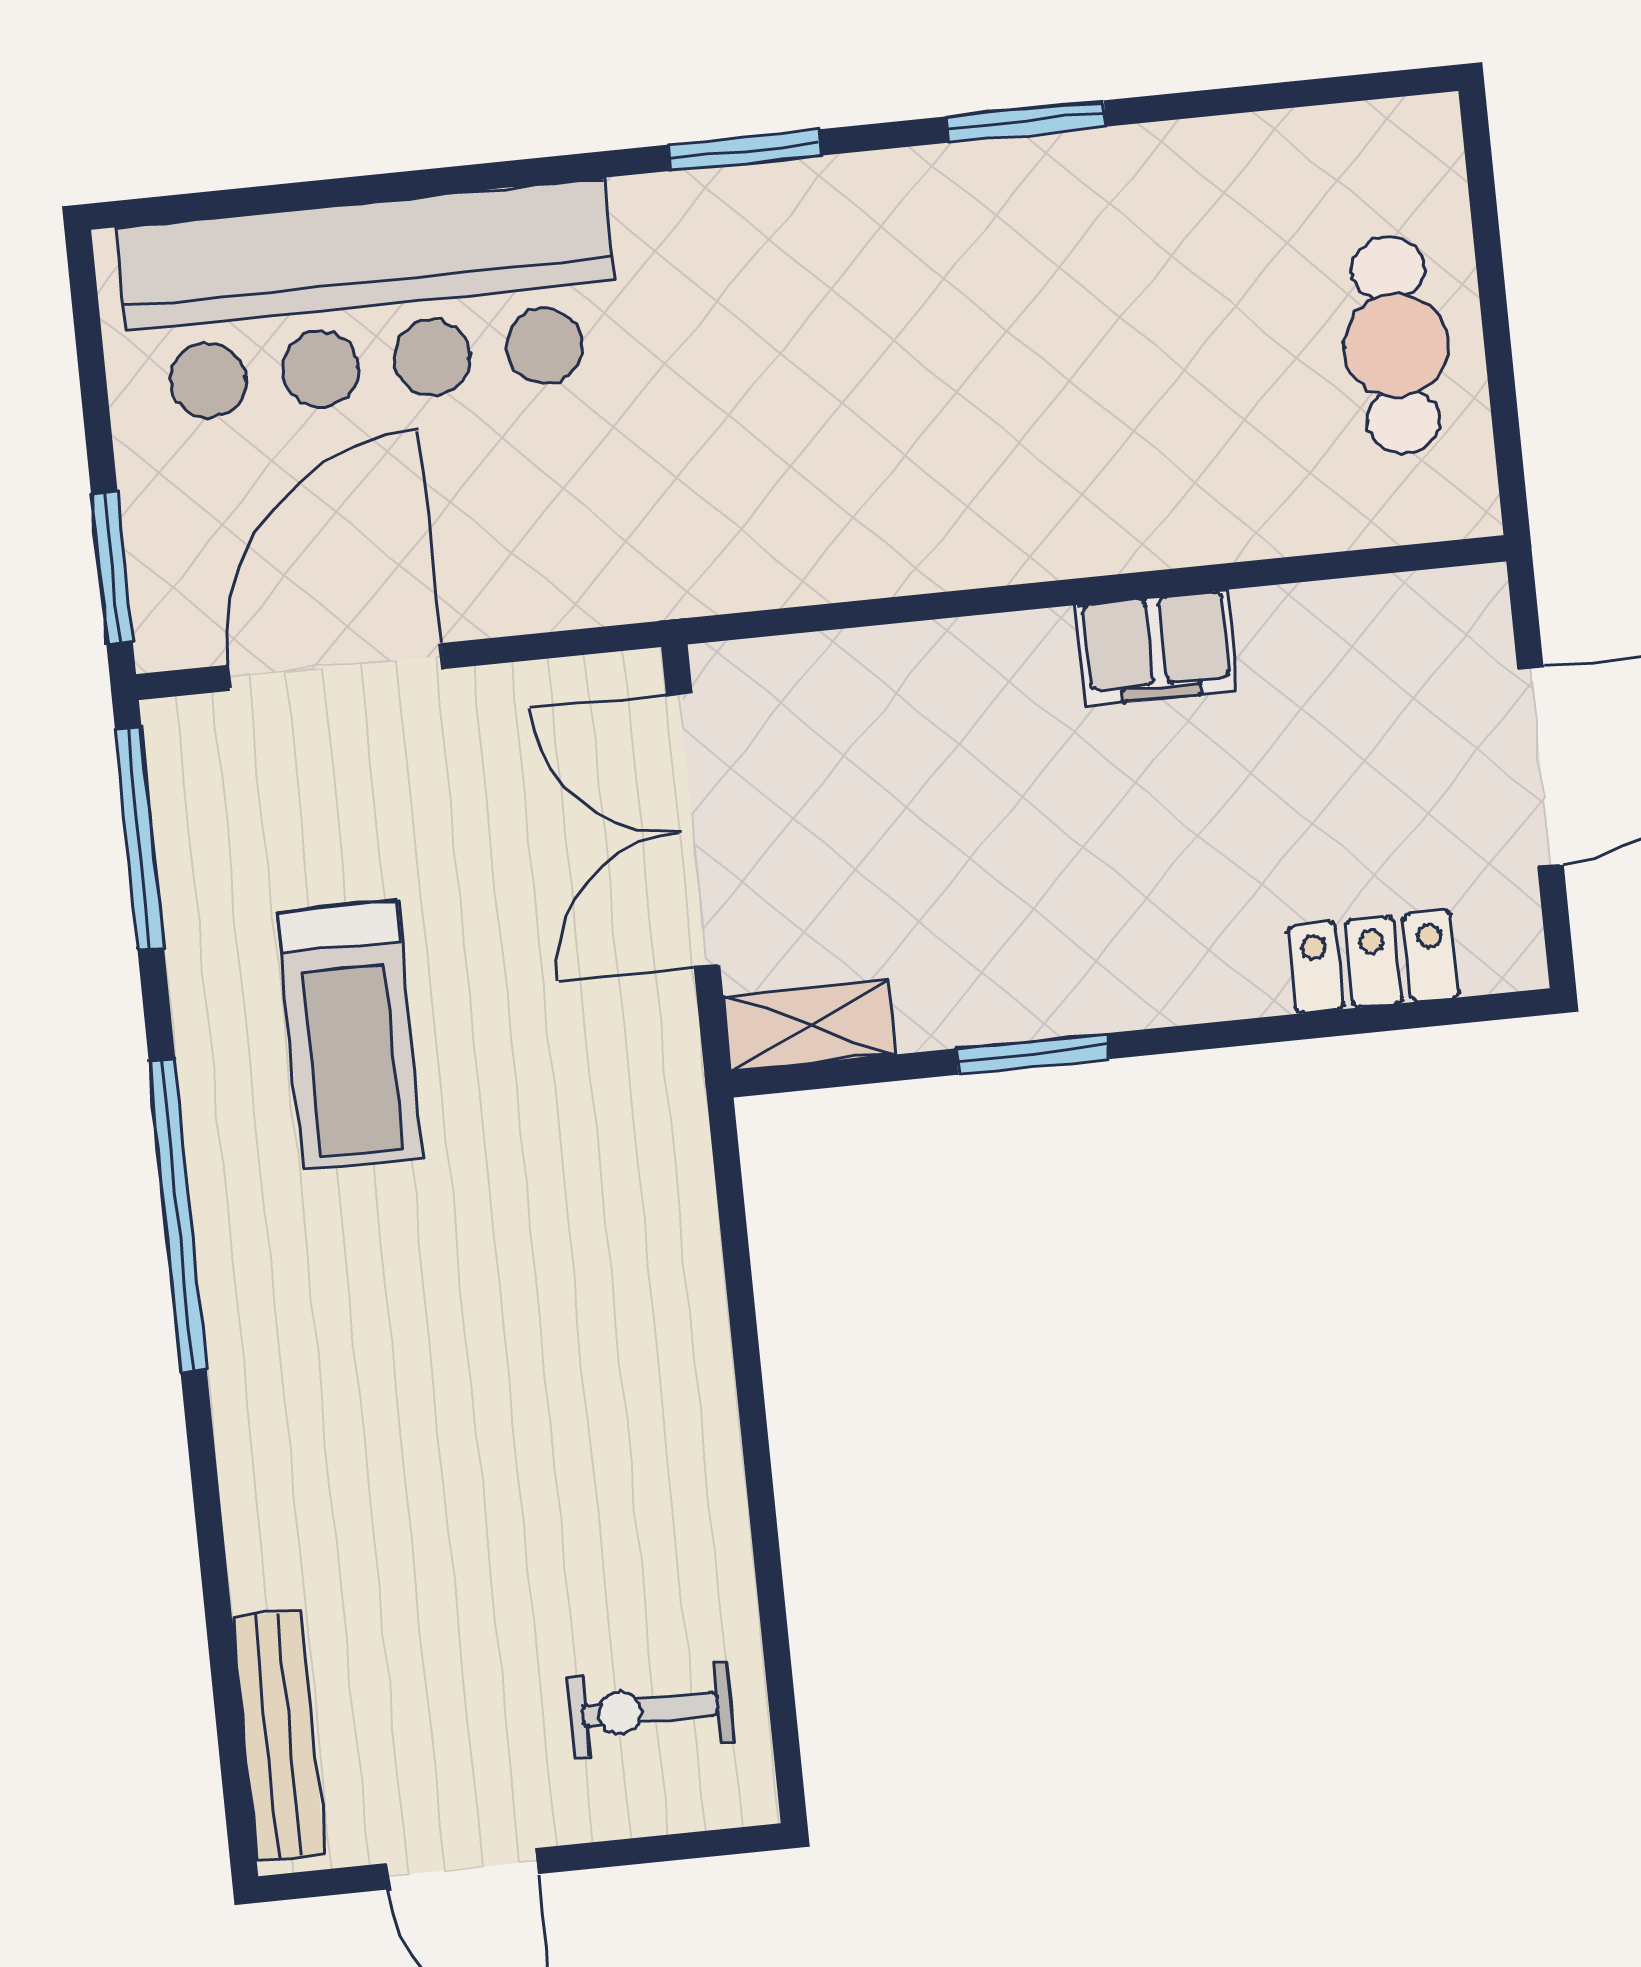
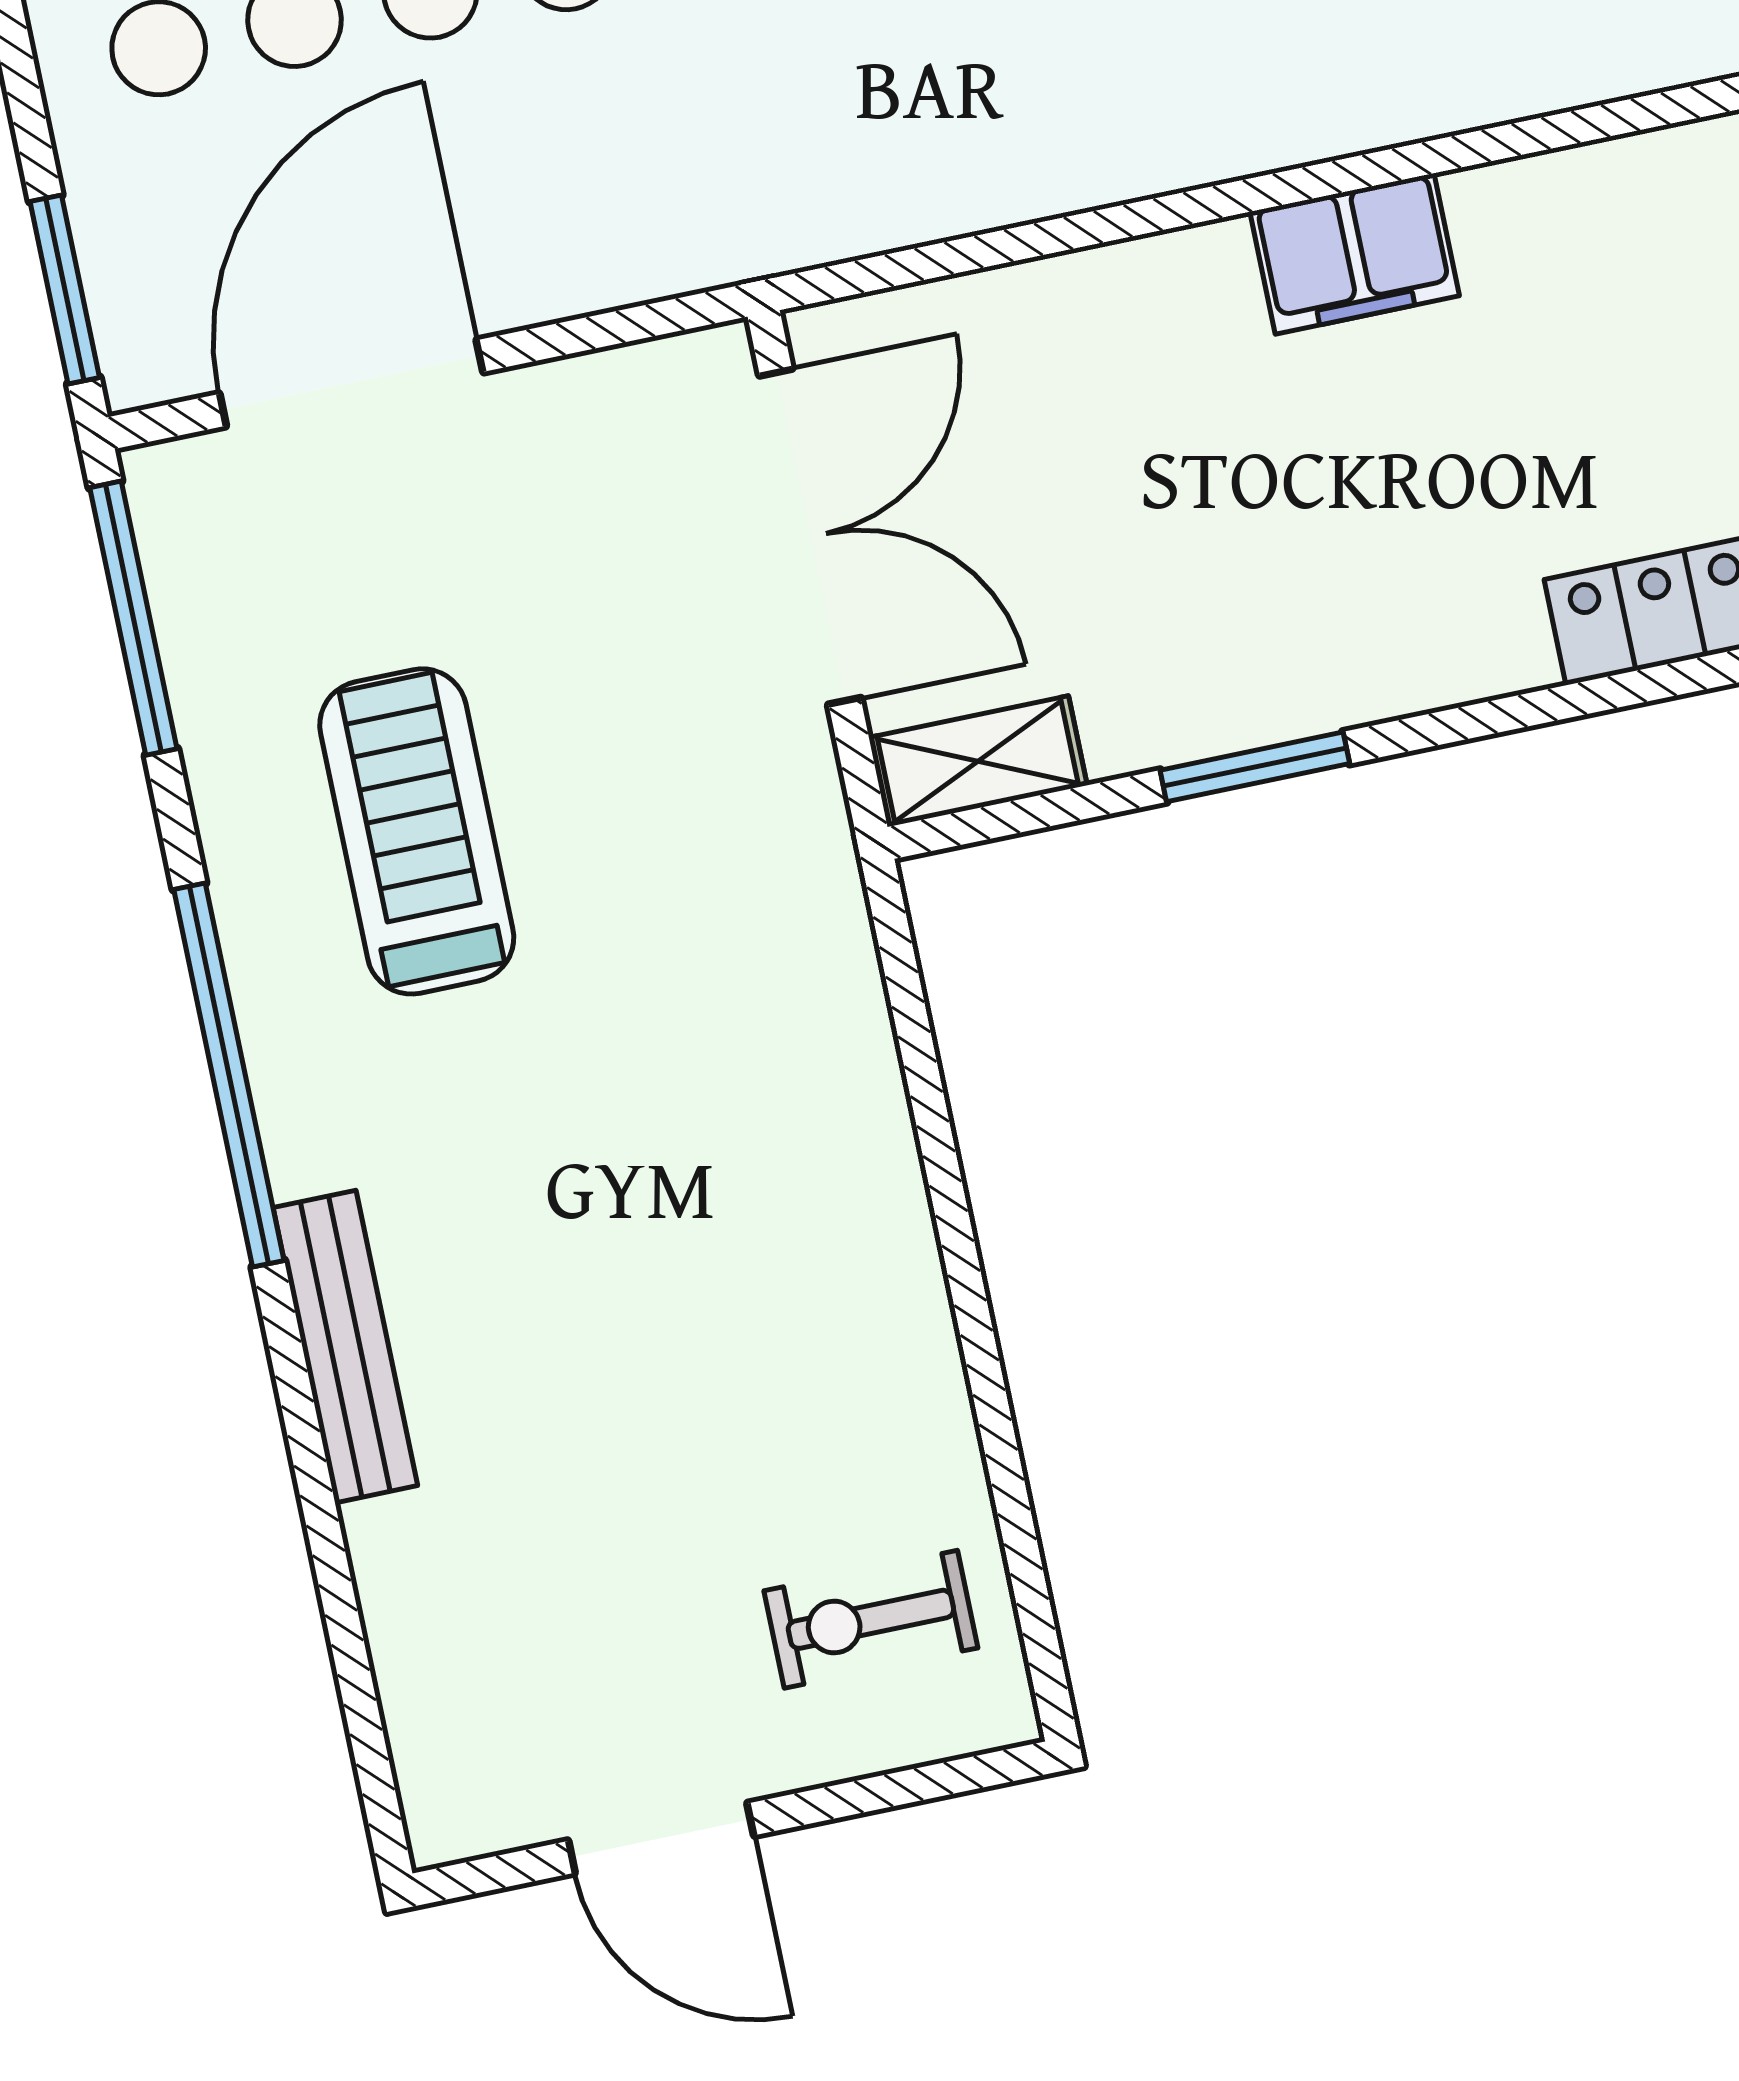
double door: (693, 830) -> (810, 537), swing flipped
treadmill: (350, 1035) -> (417, 831), turned 180
bench: (278, 1736) -> (345, 1347), moved

